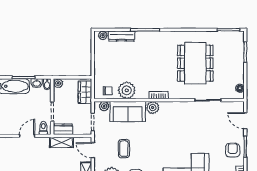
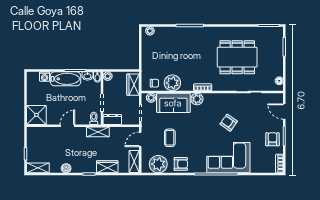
dresser: (121, 36) -> (167, 32), removed
dining table: (195, 63) -> (237, 57), turned 90
armchair: (186, 133) -> (229, 123), added
door: (27, 136) -> (67, 126), moved
shelving: (61, 142) -> (98, 132), moved
door: (93, 150) -> (140, 139), hinge flipped

